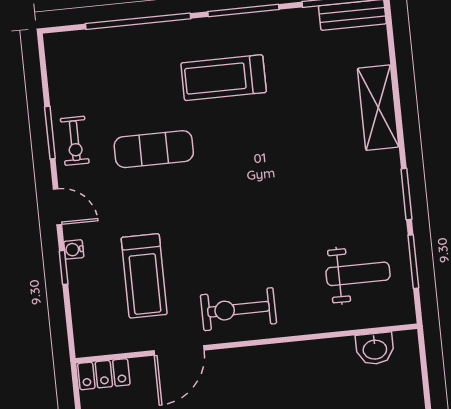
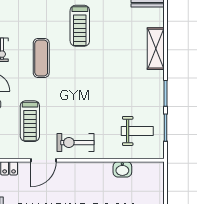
treadmill: (224, 78) -> (80, 26), turned -90
exercise mat: (154, 149) -> (41, 58), turned 90
washbasin: (375, 349) -> (122, 169), moved

